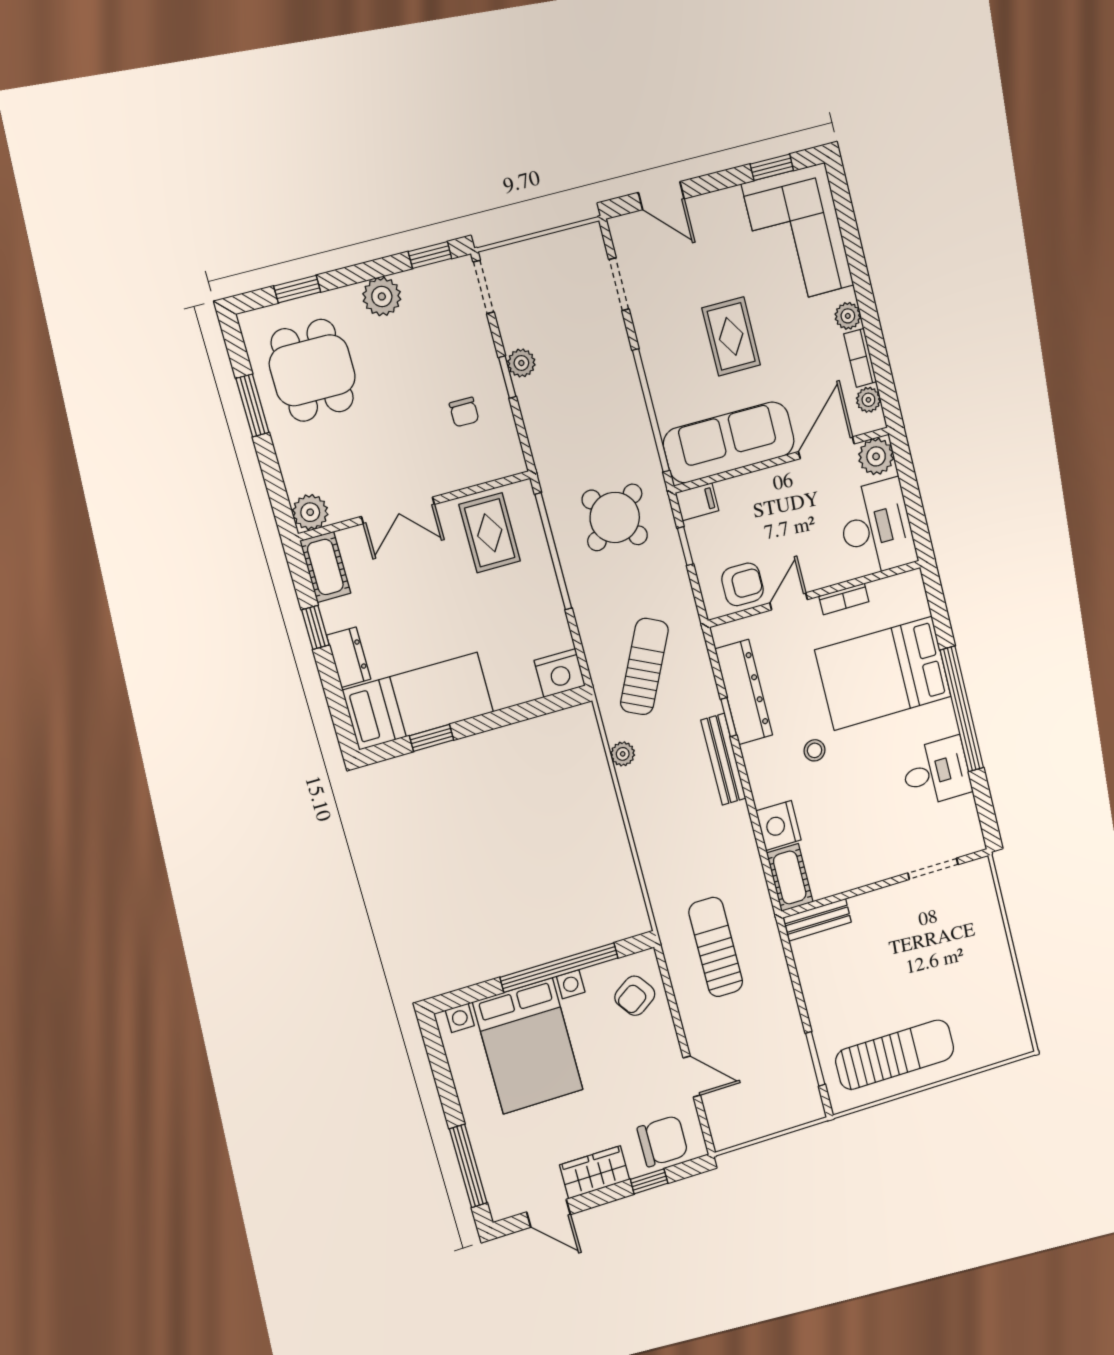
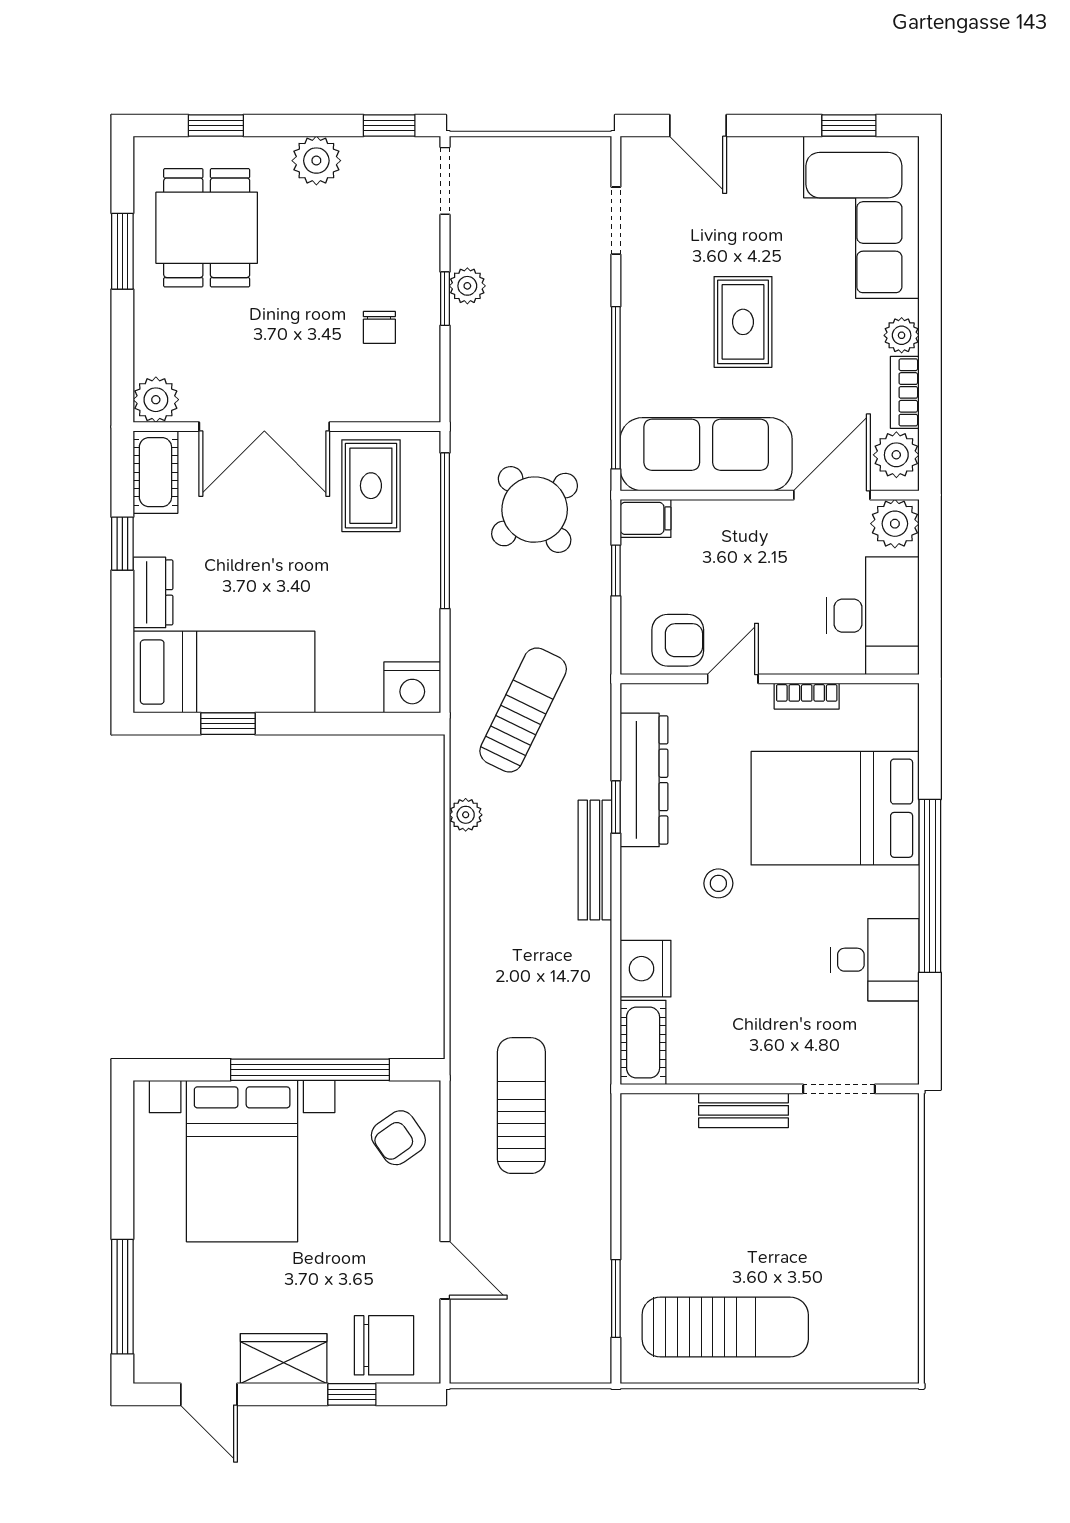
plant: (868, 400) -> (896, 455), width x1.38, depth x1.38
double door: (398, 510) -> (264, 427), width x1.37
bench: (817, 920) -> (743, 1110), moved

